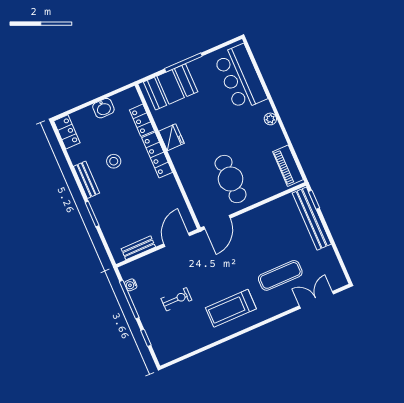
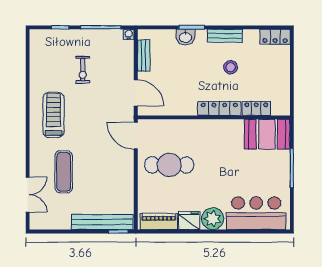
booth: (171, 87) -> (267, 134), moved, turned 90
washbasin: (103, 108) -> (185, 37), moved, turned -90
plant: (270, 119) -> (213, 219), width x1.87, depth x1.87
fridge: (171, 137) -> (189, 221), moved, turned 180
water cooler: (131, 285) -> (129, 34), moved

